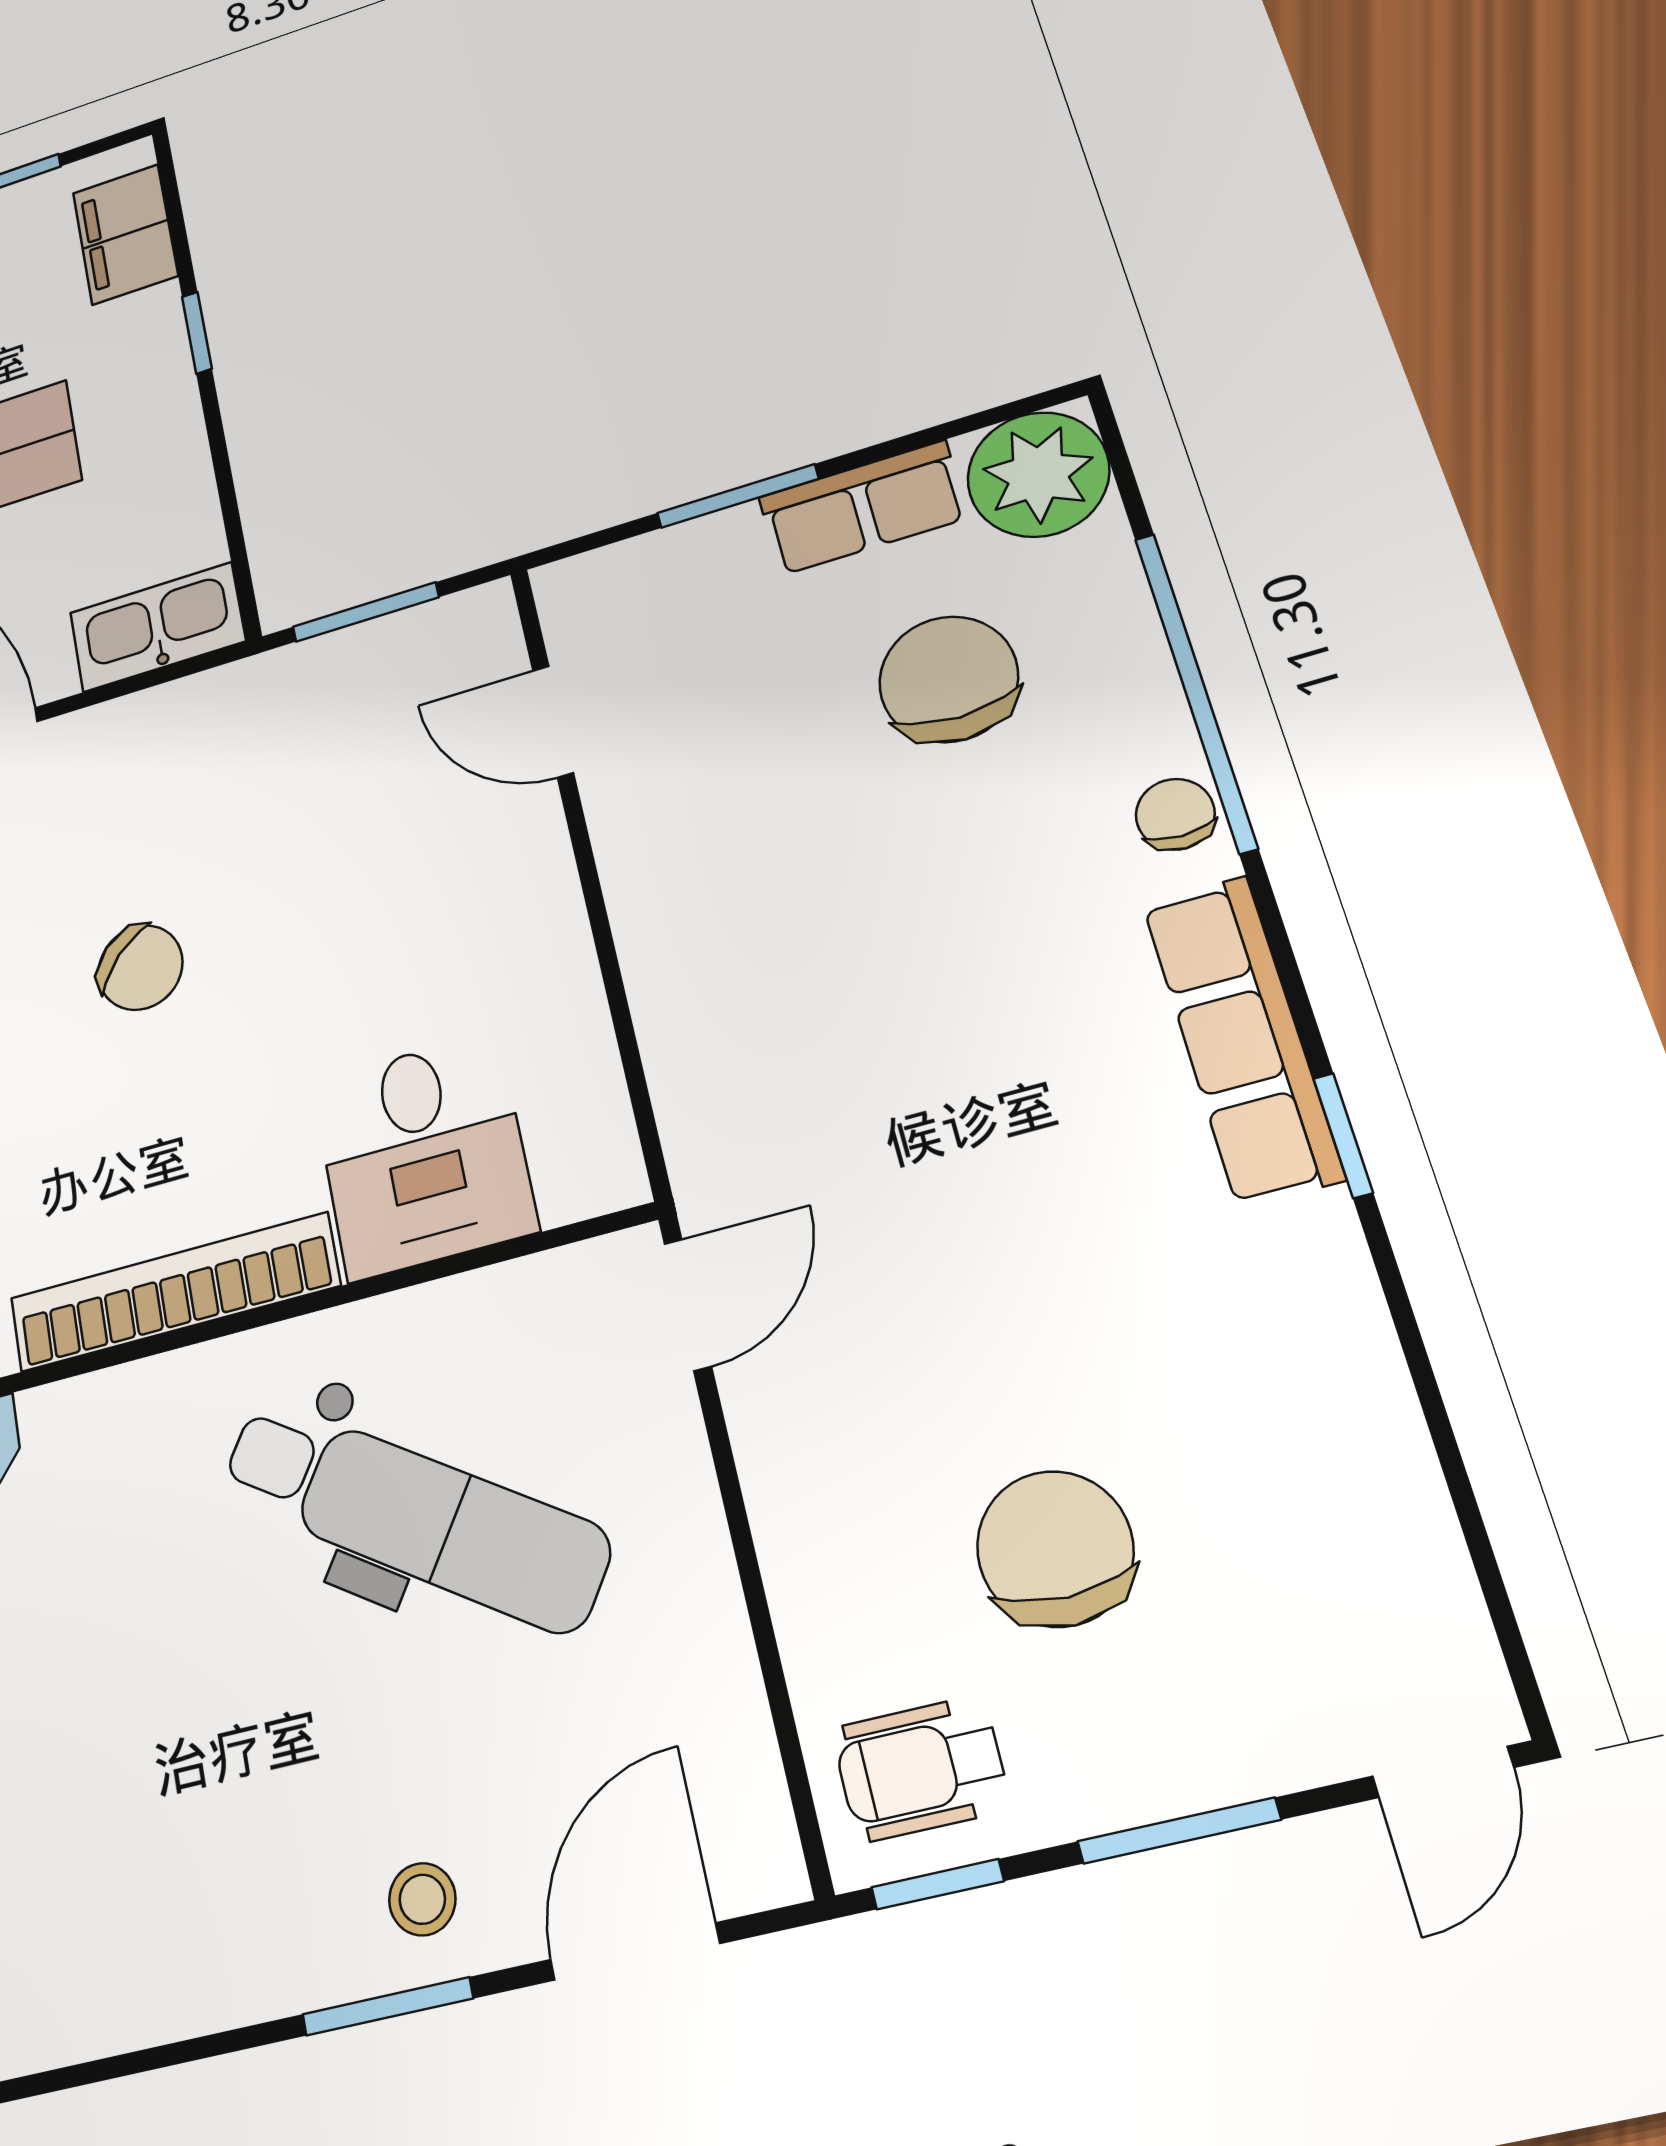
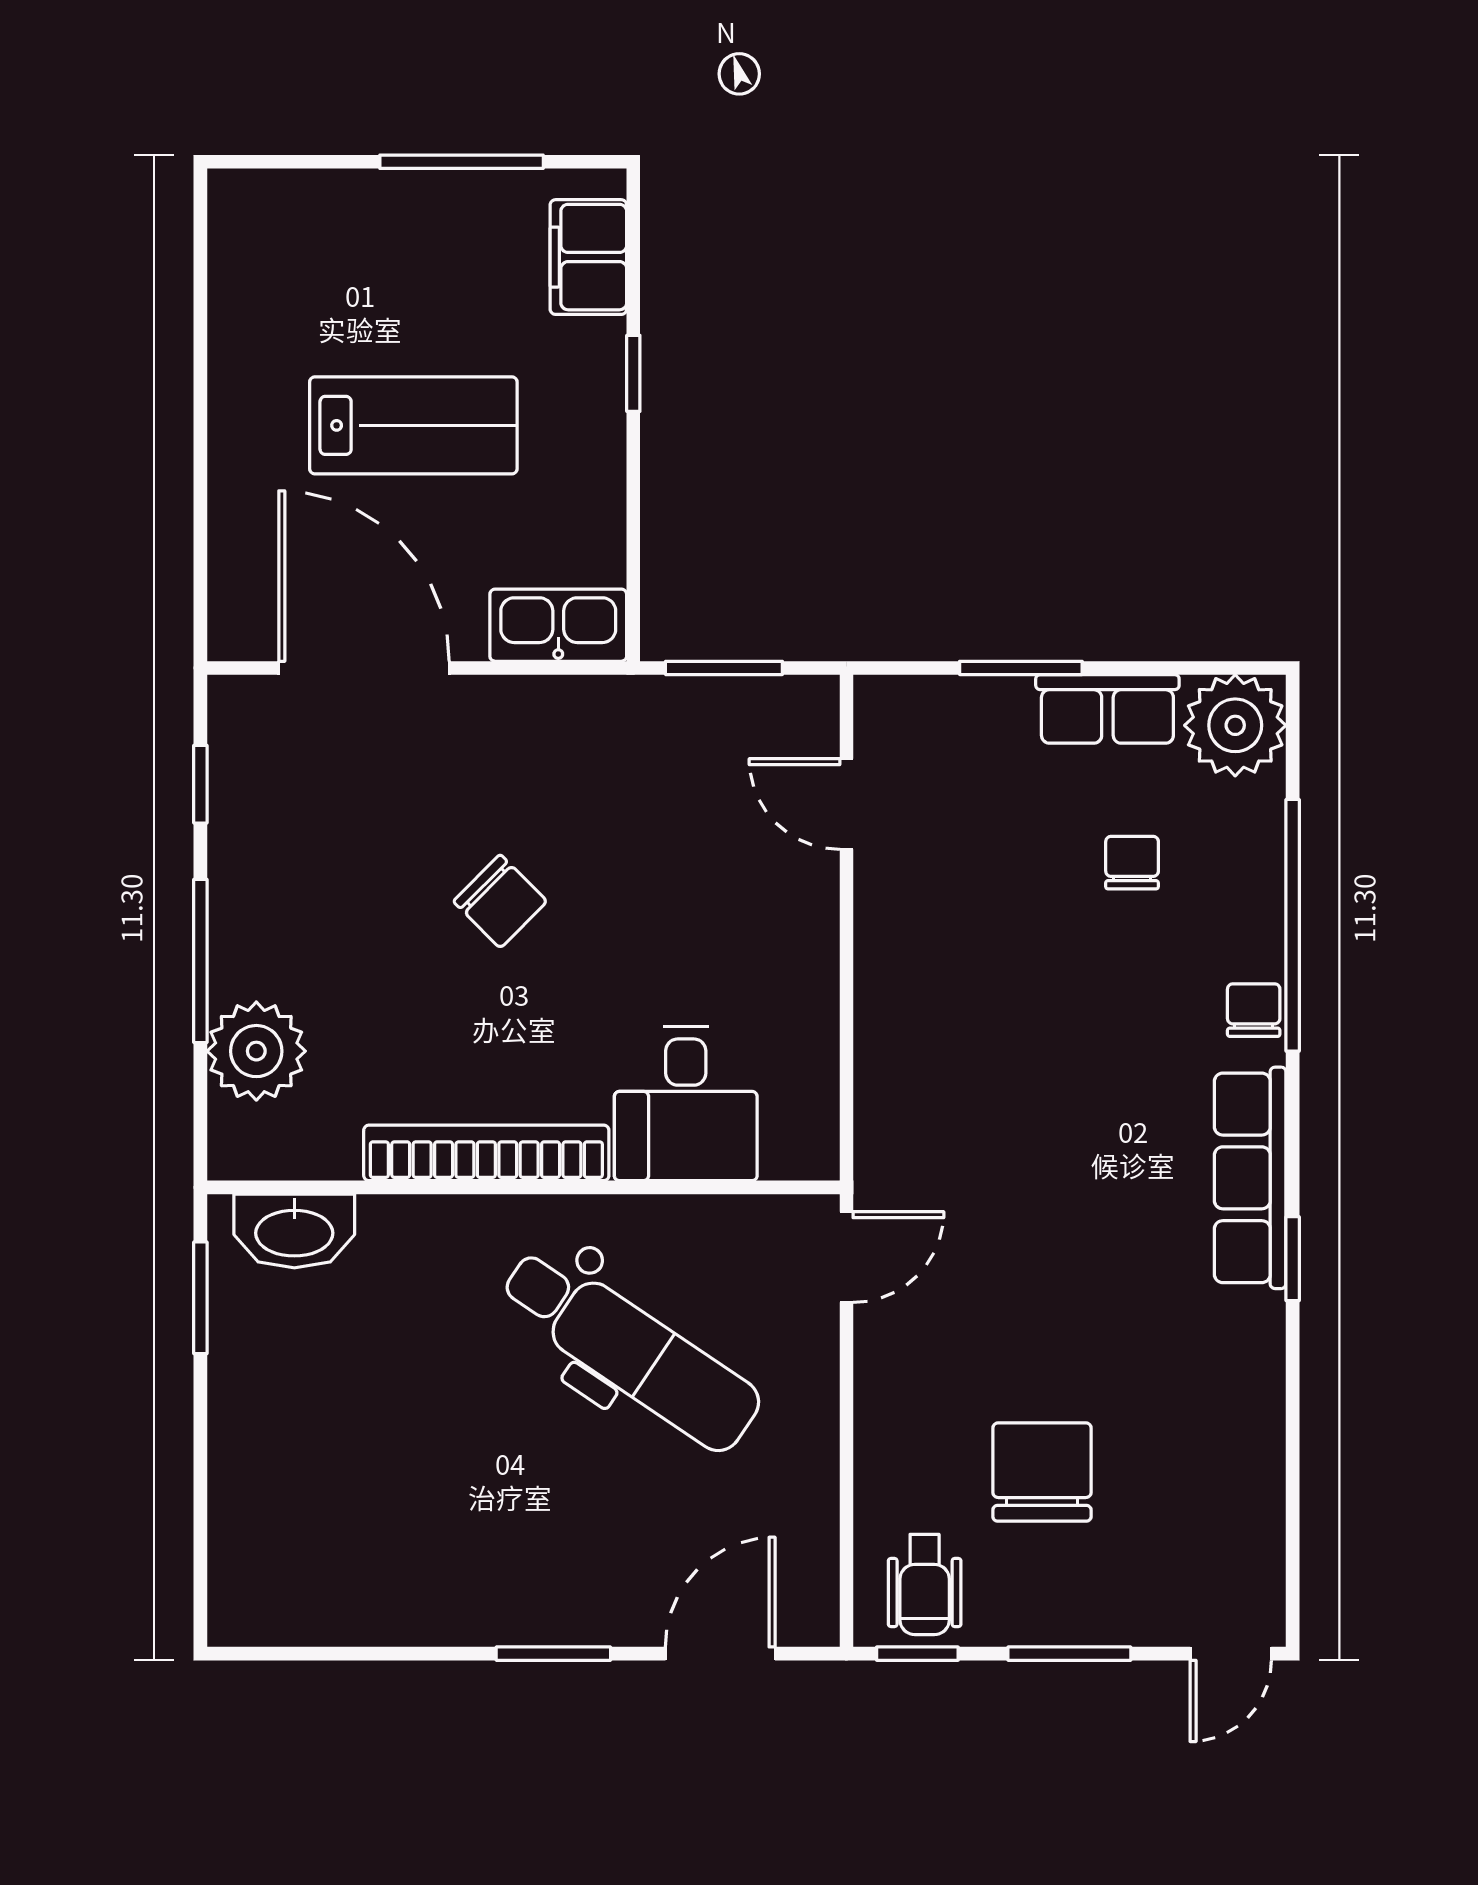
chair: (949, 679) -> (1132, 863), width x0.54, depth x0.54
wheelchair: (921, 1769) -> (925, 1584), turned -90
stool: (422, 1899) -> (589, 1594), removed

